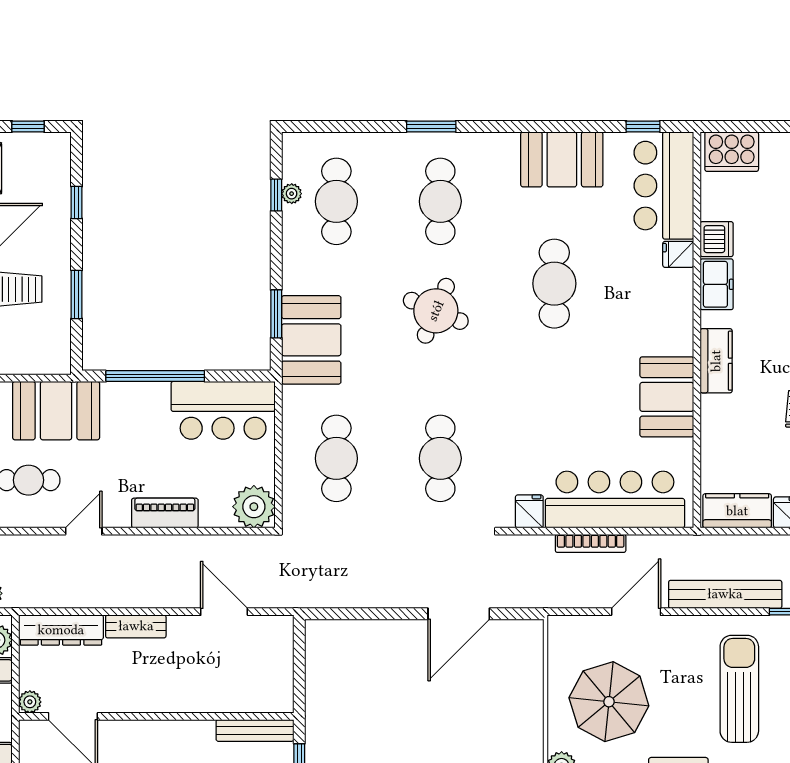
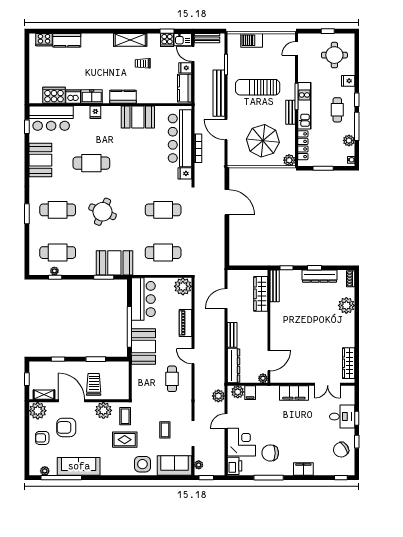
cooker: (732, 152) -> (54, 95), moved, turned -90
fridge: (678, 254) -> (95, 112), moved
booth: (56, 411) -> (143, 346), moved
wardrobe: (236, 696) -> (261, 294), added

